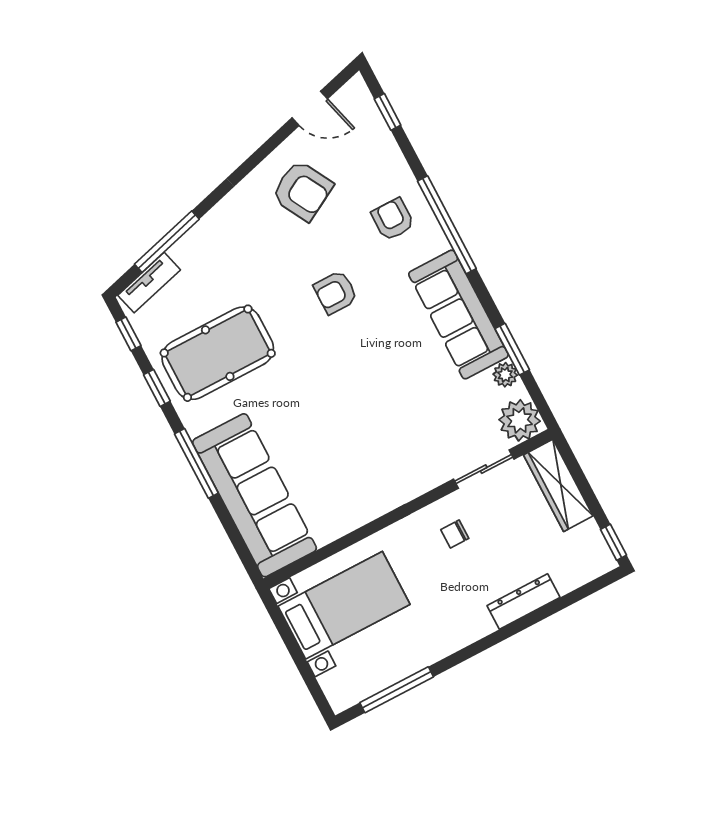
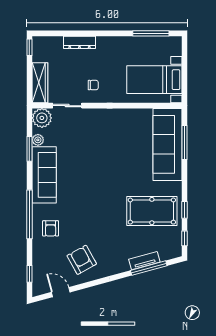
tv unit: (149, 283) -> (144, 261), moved
armchair: (336, 292) -> (90, 211), removed
window: (196, 463) -> (184, 143), moved

